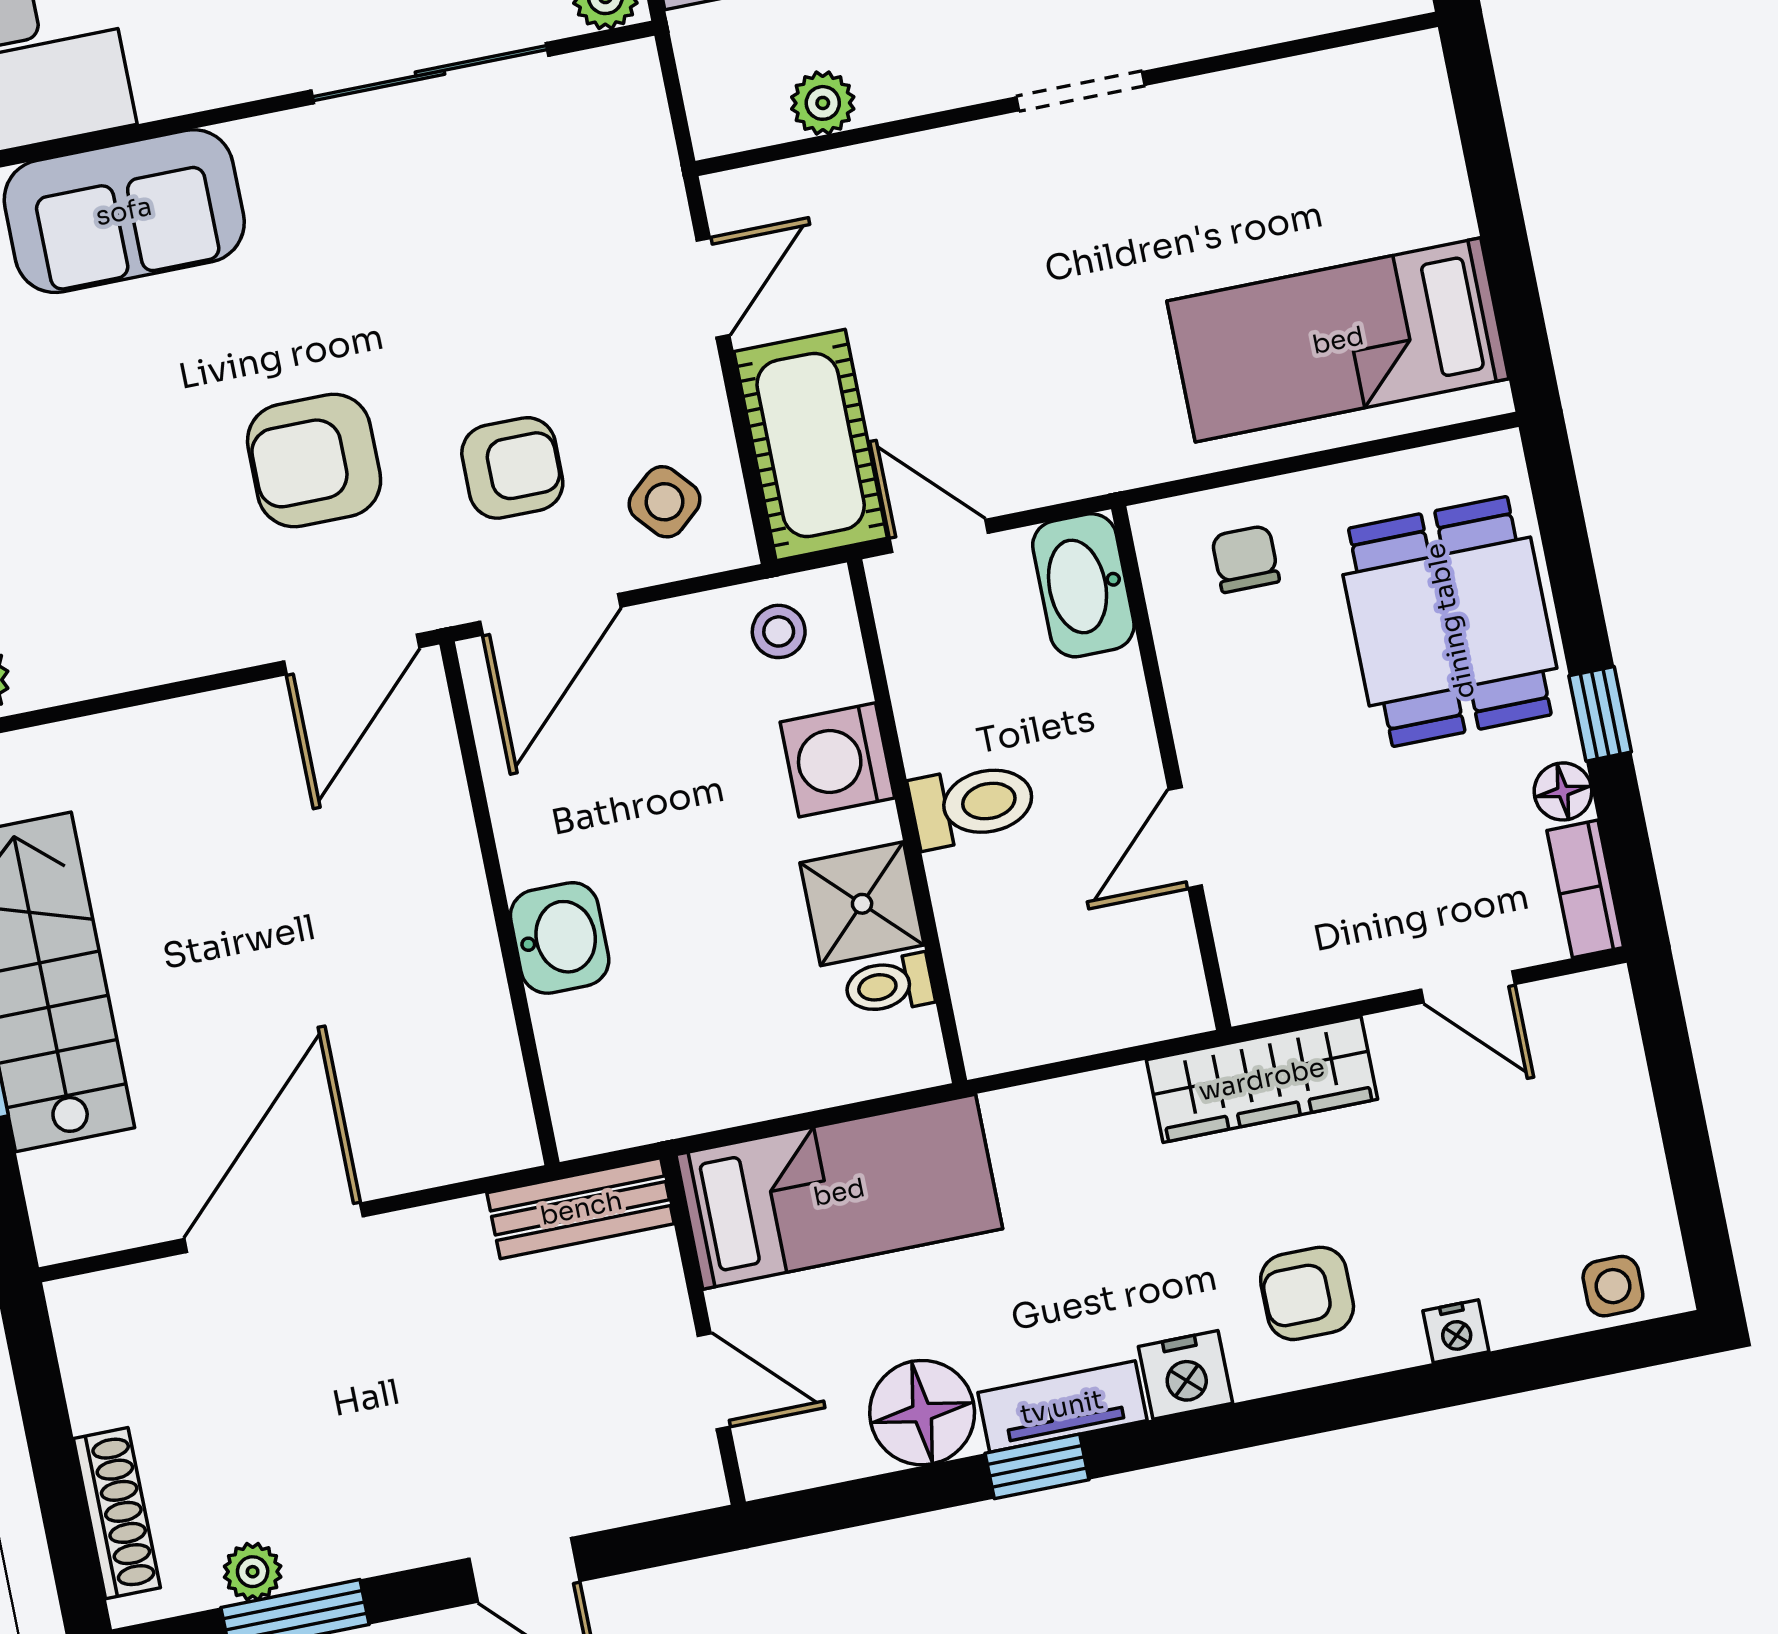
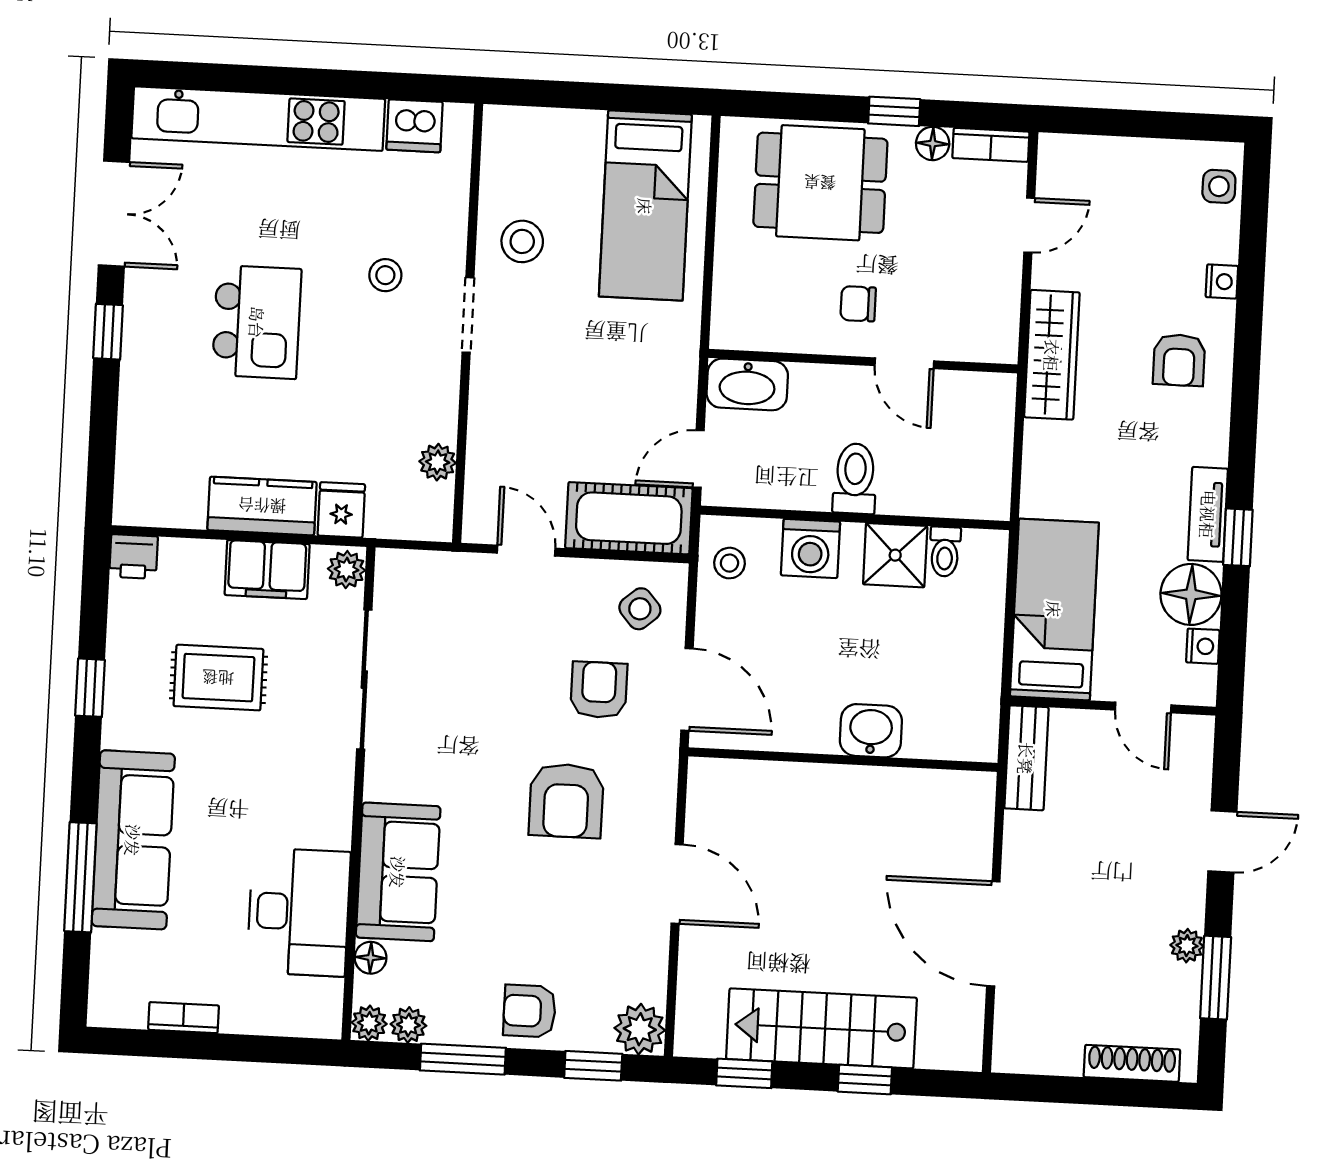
stool: (1226, 150) -> (522, 241), added
chair: (1245, 559) -> (858, 304), moved
door: (352, 654) -> (677, 884), moved
nightstand: (1186, 1375) -> (1203, 646), moved, width x0.72, depth x0.74
door: (714, 1381) -> (1143, 708), swing flipped
plant: (253, 1572) -> (1187, 946), moved

